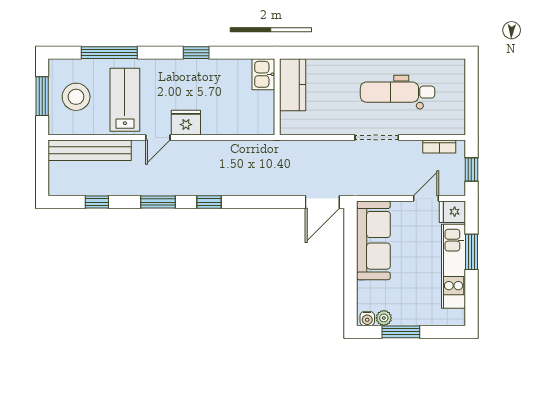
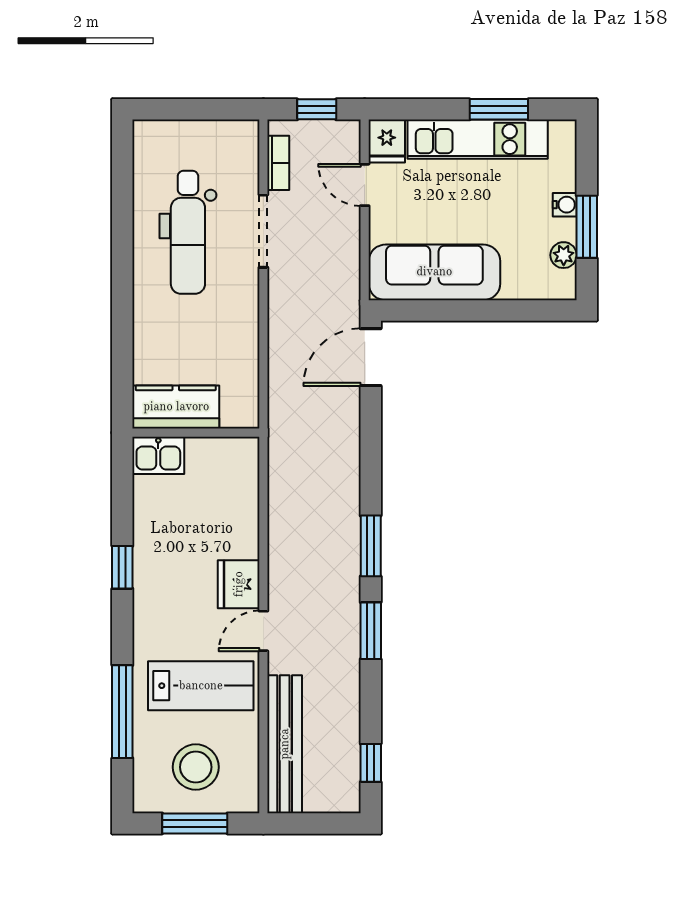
lab bench: (125, 100) -> (201, 686), turned 180
door: (158, 137) -> (263, 631), swing flipped
doorway: (377, 137) -> (263, 231), moved
window: (97, 202) -> (371, 763), moved
window: (209, 202) -> (371, 546), width x1.50
door: (322, 202) -> (371, 357), swing flipped
window: (471, 252) -> (499, 109), moved
water cooler: (367, 319) -> (565, 205), moved

